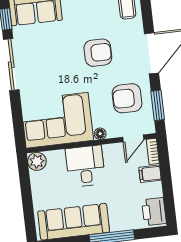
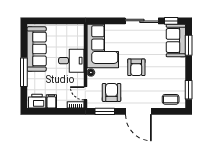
armchair: (98, 53) -> (136, 67), moved
plant: (37, 161) -> (78, 30), removed
filing cabinet: (150, 174) -> (51, 101), moved

